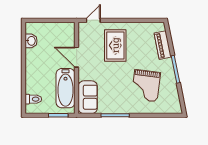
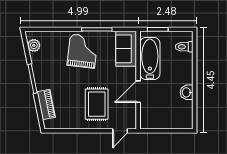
washbasin: (31, 41) -> (187, 92), moved
door: (77, 57) -> (138, 92), swing flipped
grand piano: (146, 86) -> (83, 51), moved
plant: (174, 100) -> (34, 45), added

